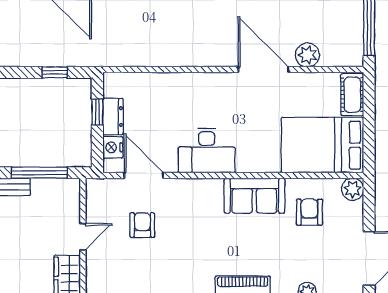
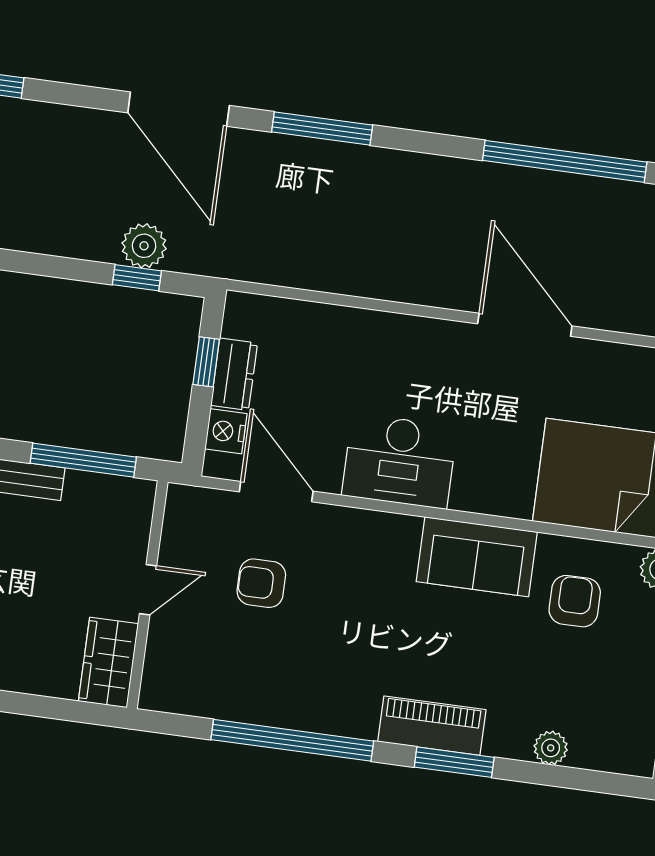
plant: (307, 55) -> (144, 246), moved
armchair: (142, 225) -> (261, 583), turned -90

